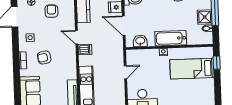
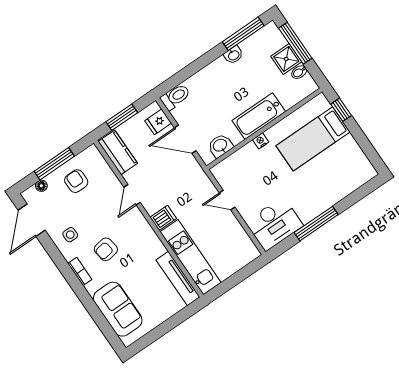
door: (77, 37) -> (132, 195), hinge flipped
dishwasher: (85, 49) -> (163, 218), moved
door: (125, 72) -> (227, 200), swing flipped

